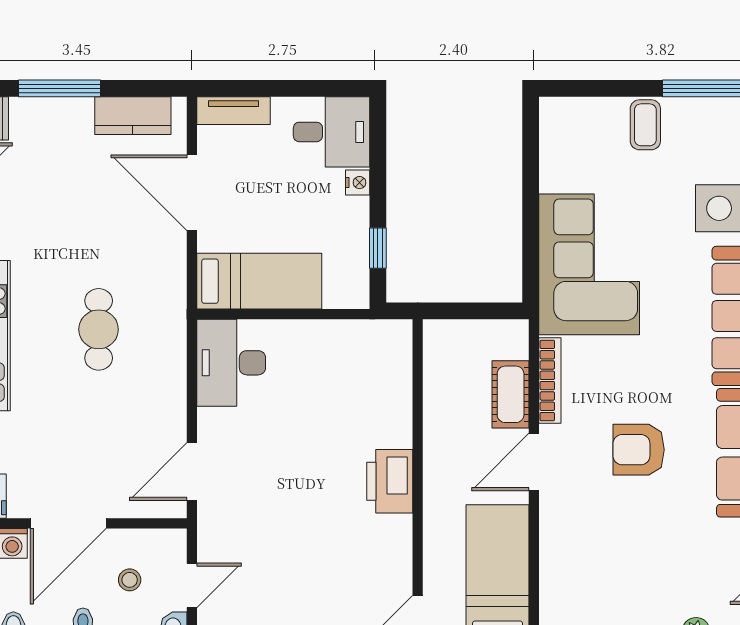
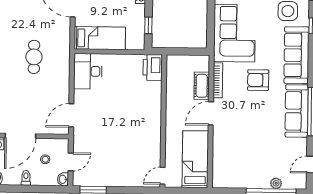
armchair: (639, 450) -> (258, 80), moved
printer: (390, 481) -> (153, 67), moved

